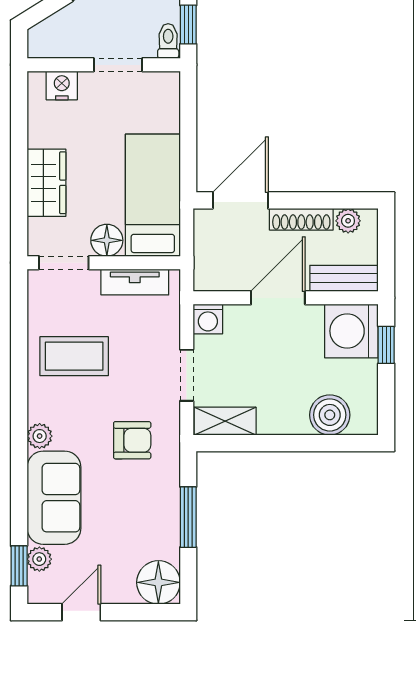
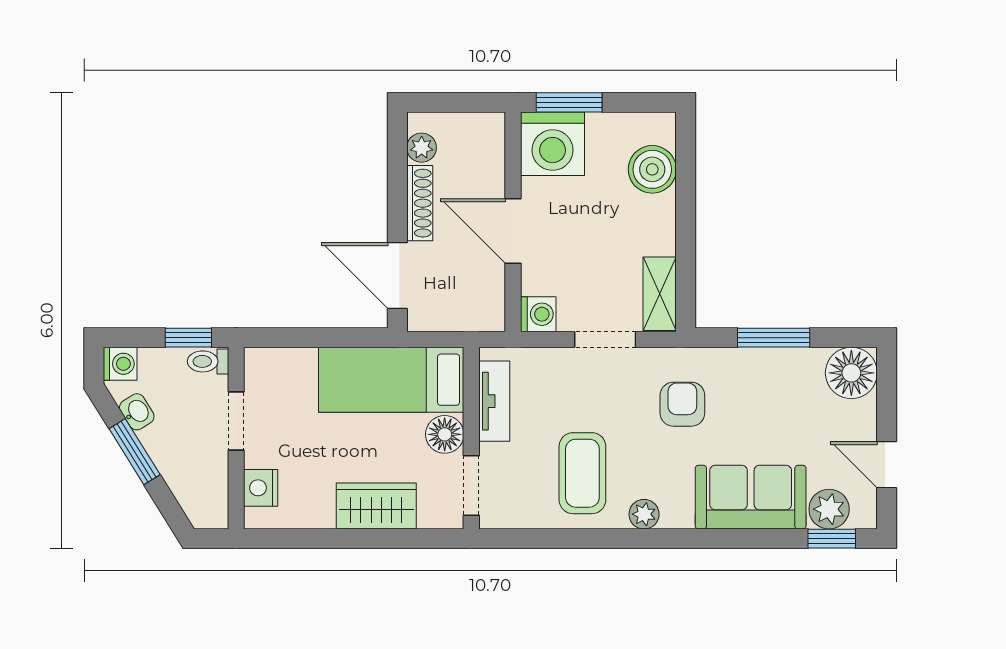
bench: (344, 278) -> (490, 152), removed
window: (386, 345) -> (569, 102), width x1.50
plant: (40, 436) -> (644, 514), moved
plant: (39, 559) -> (829, 509), width x1.38, depth x1.38

